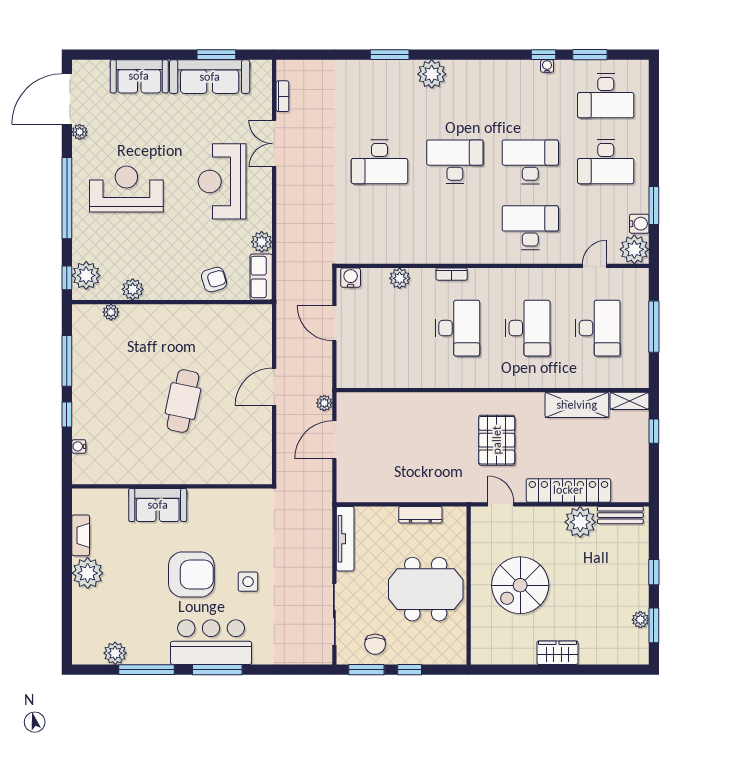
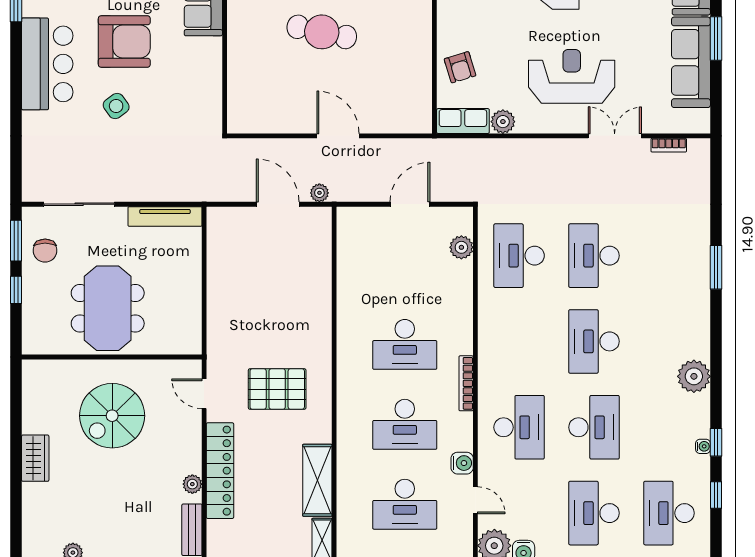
window: (216, 55) -> (716, 38), moved
window: (590, 55) -> (716, 495), width x0.67
plant: (432, 74) -> (694, 376), moved
desk: (455, 162) -> (594, 341), turned 180
desk: (379, 228) -> (519, 256), added
bookcase: (452, 274) -> (466, 383), moved, width x1.56
water cooler: (351, 278) -> (462, 463), moved
plant: (400, 278) -> (461, 247), moved
door: (501, 504) -> (204, 394), swing flipped
dresser: (420, 515) -> (192, 302), removed
plant: (580, 522) -> (192, 484), width x0.53, depth x0.53
armchair: (191, 575) -> (124, 42), turned -90
side table: (248, 582) -> (116, 106), turned -36
spiral stairs: (520, 585) -> (112, 416), turned -90
chair: (375, 644) -> (45, 251), turned -90
window: (217, 670) -> (16, 71), removed

